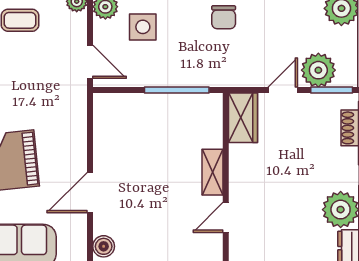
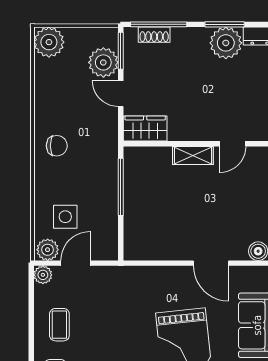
door: (90, 62) -> (76, 263), moved
door: (226, 217) -> (233, 144), hinge flipped

